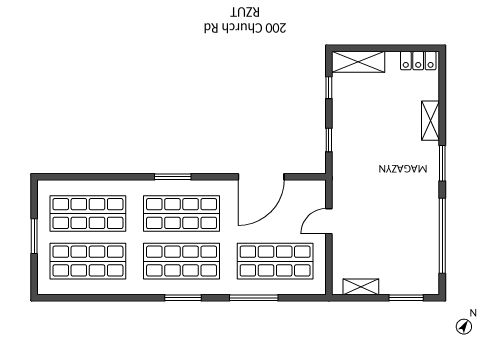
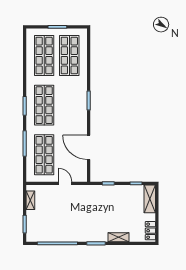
shop shelf: (182, 214) -> (69, 105), removed

